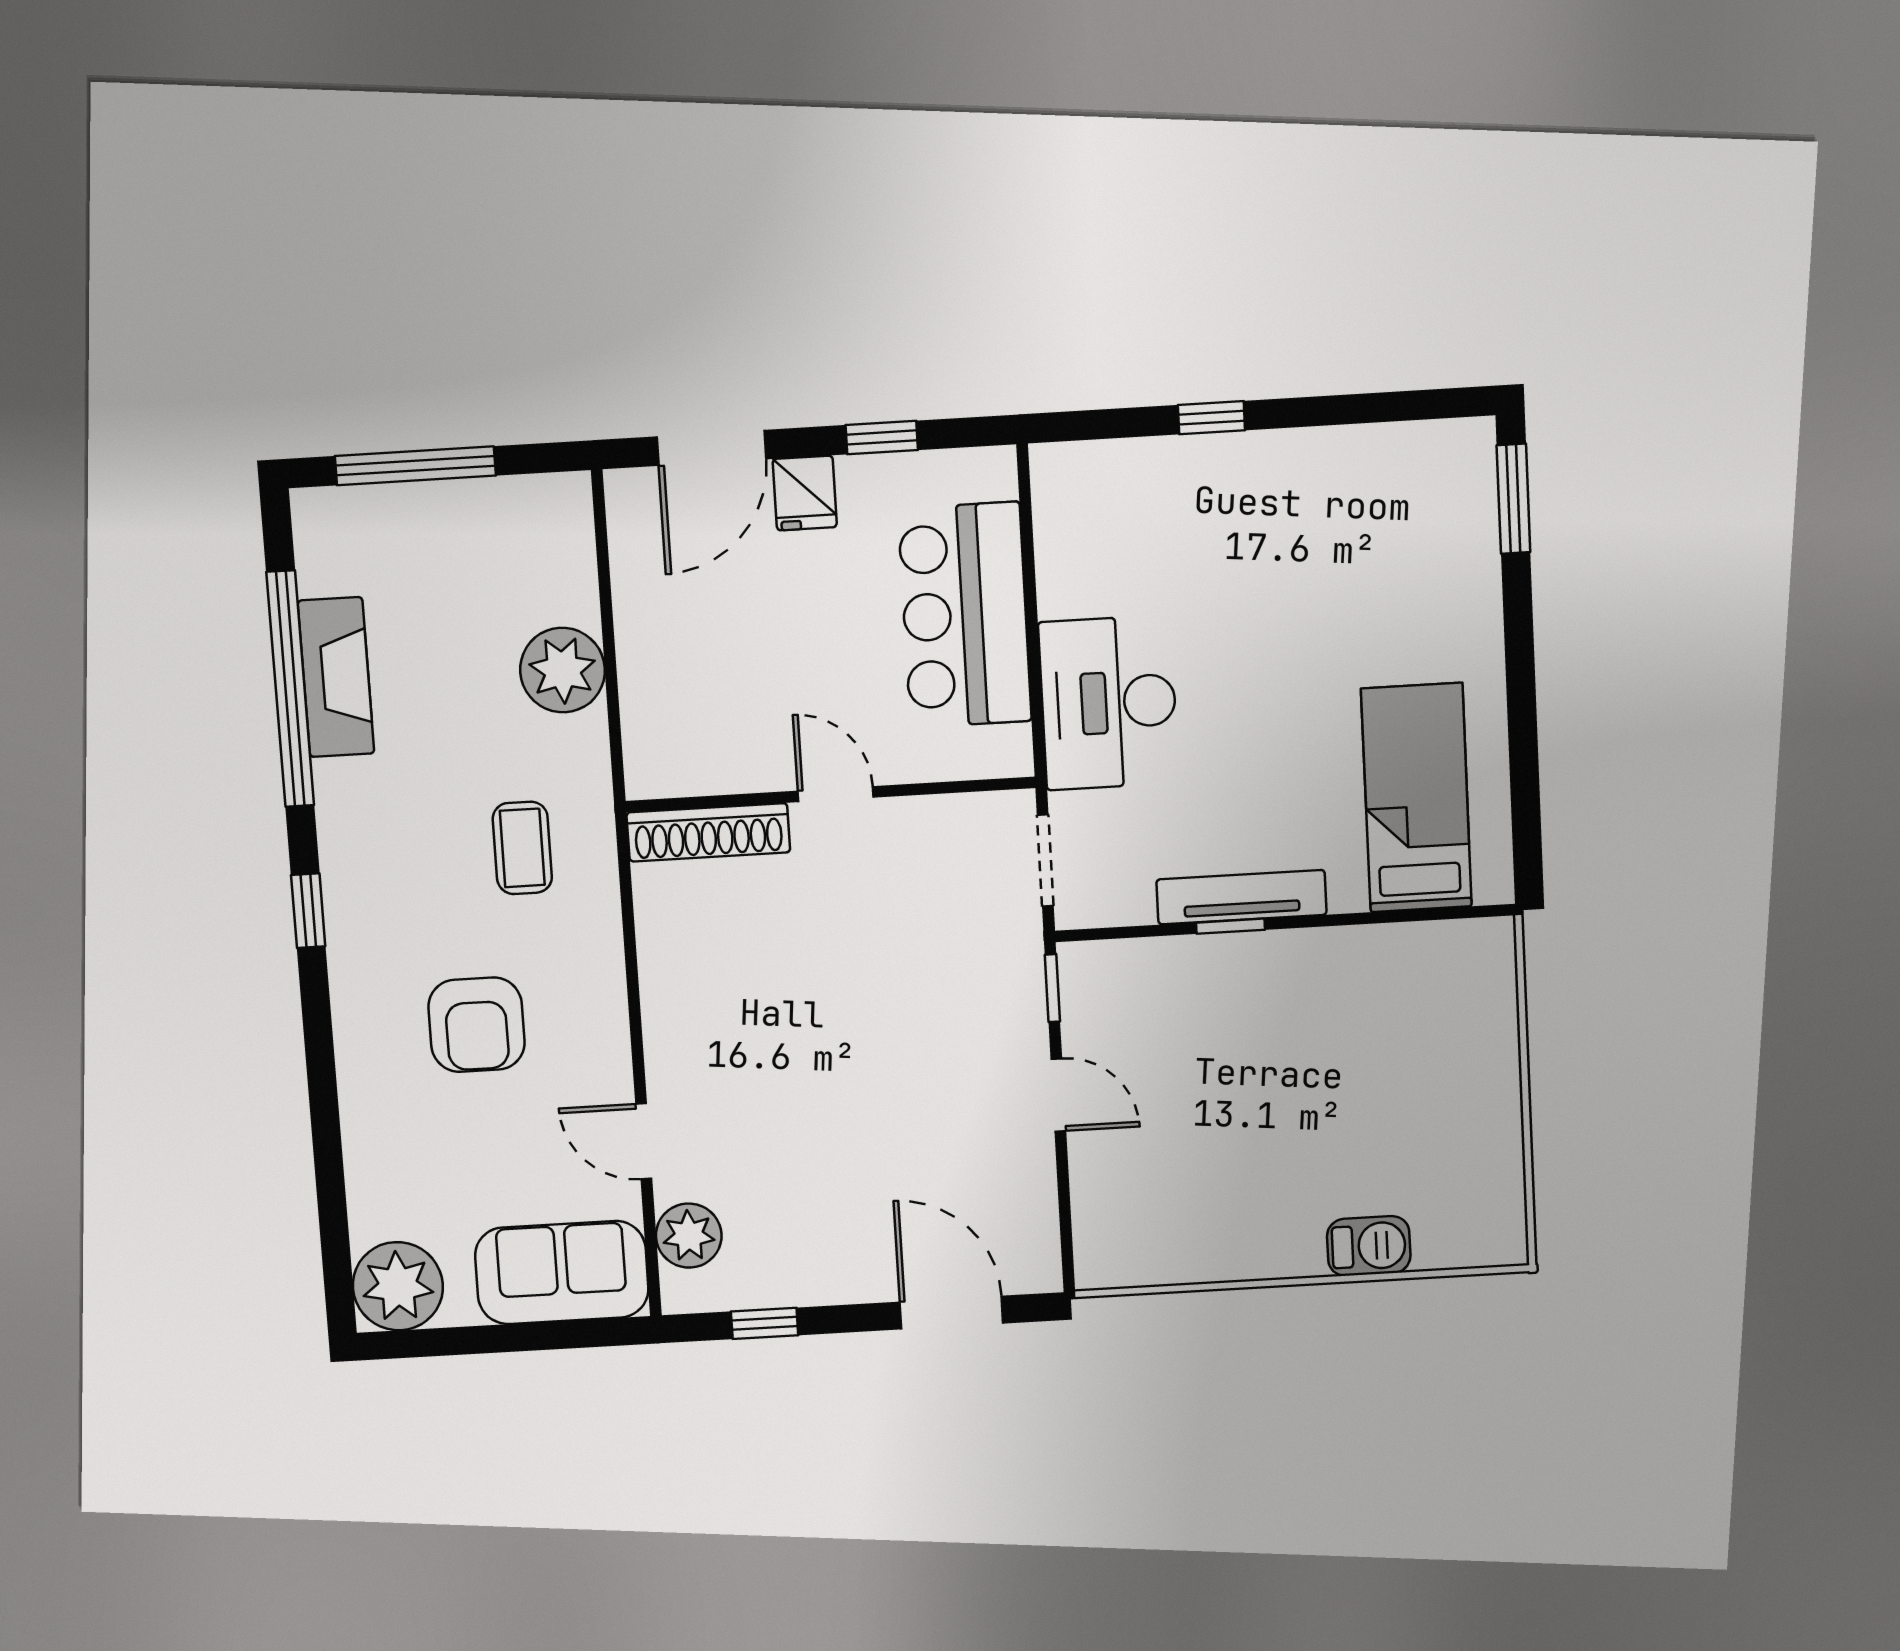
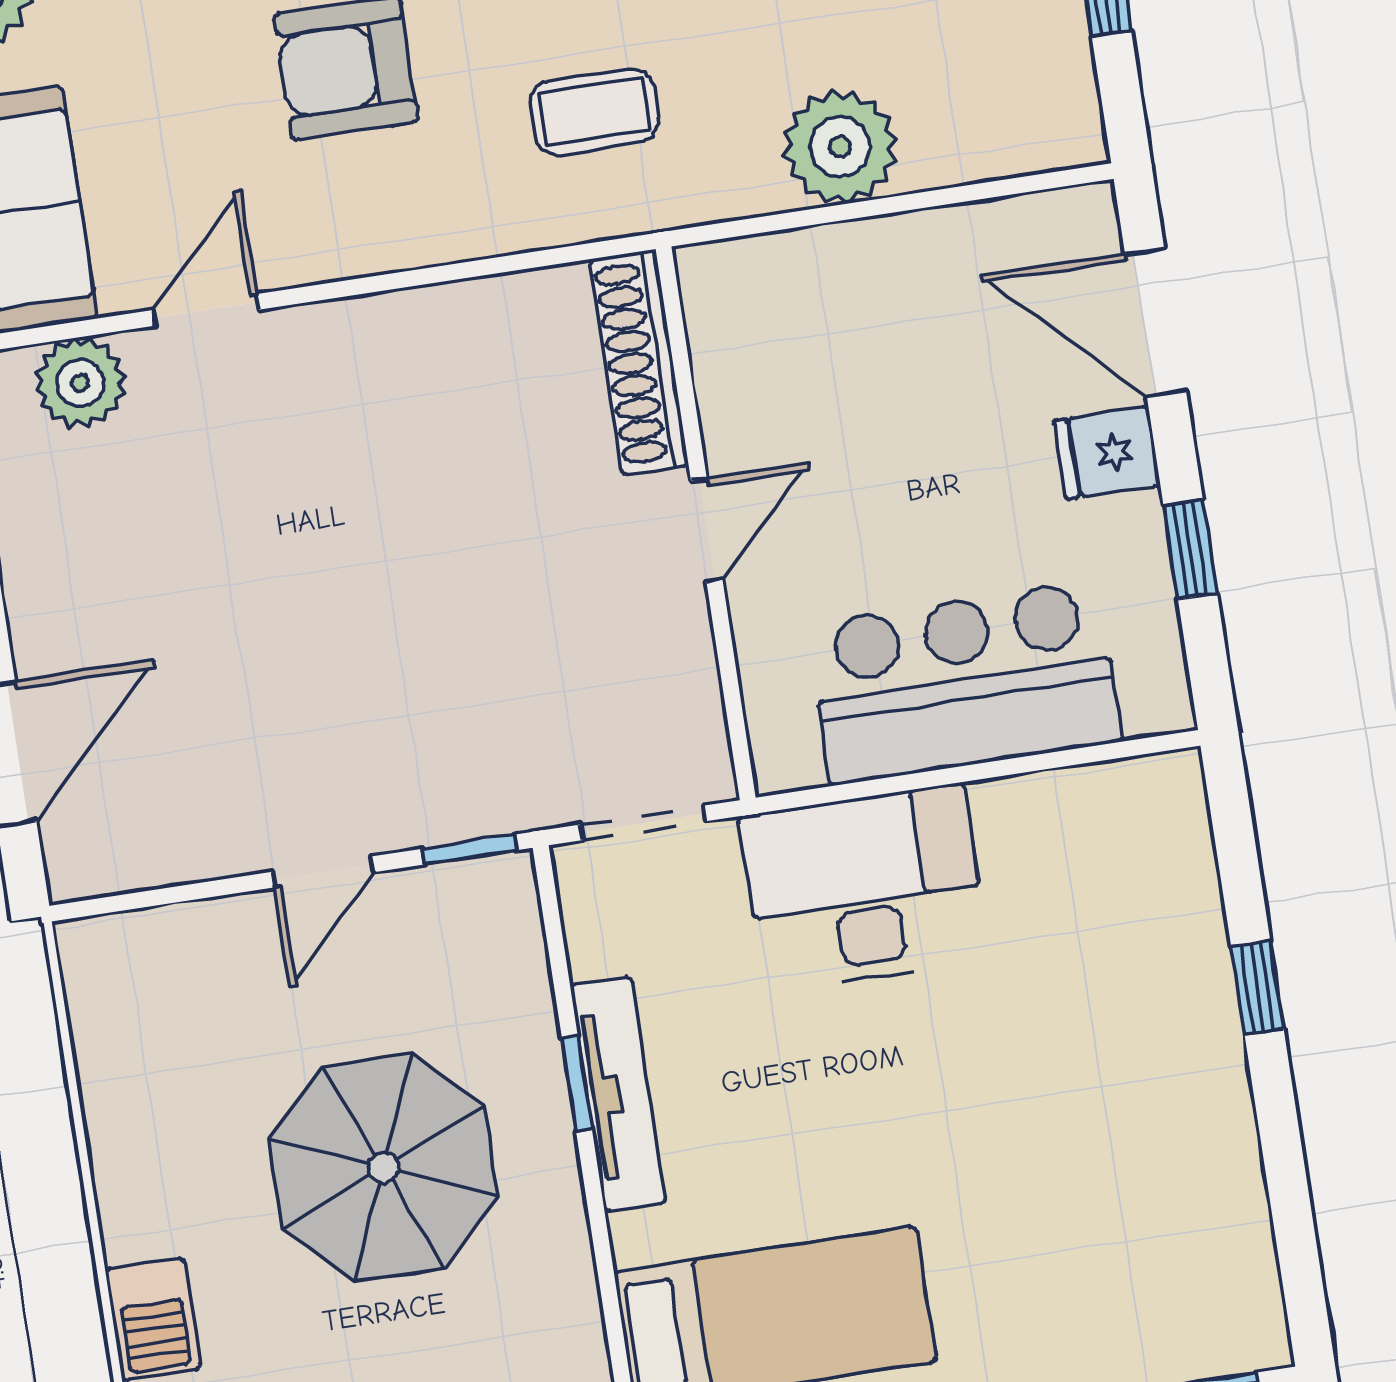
parasol: (1277, 1071) -> (383, 1167), added

